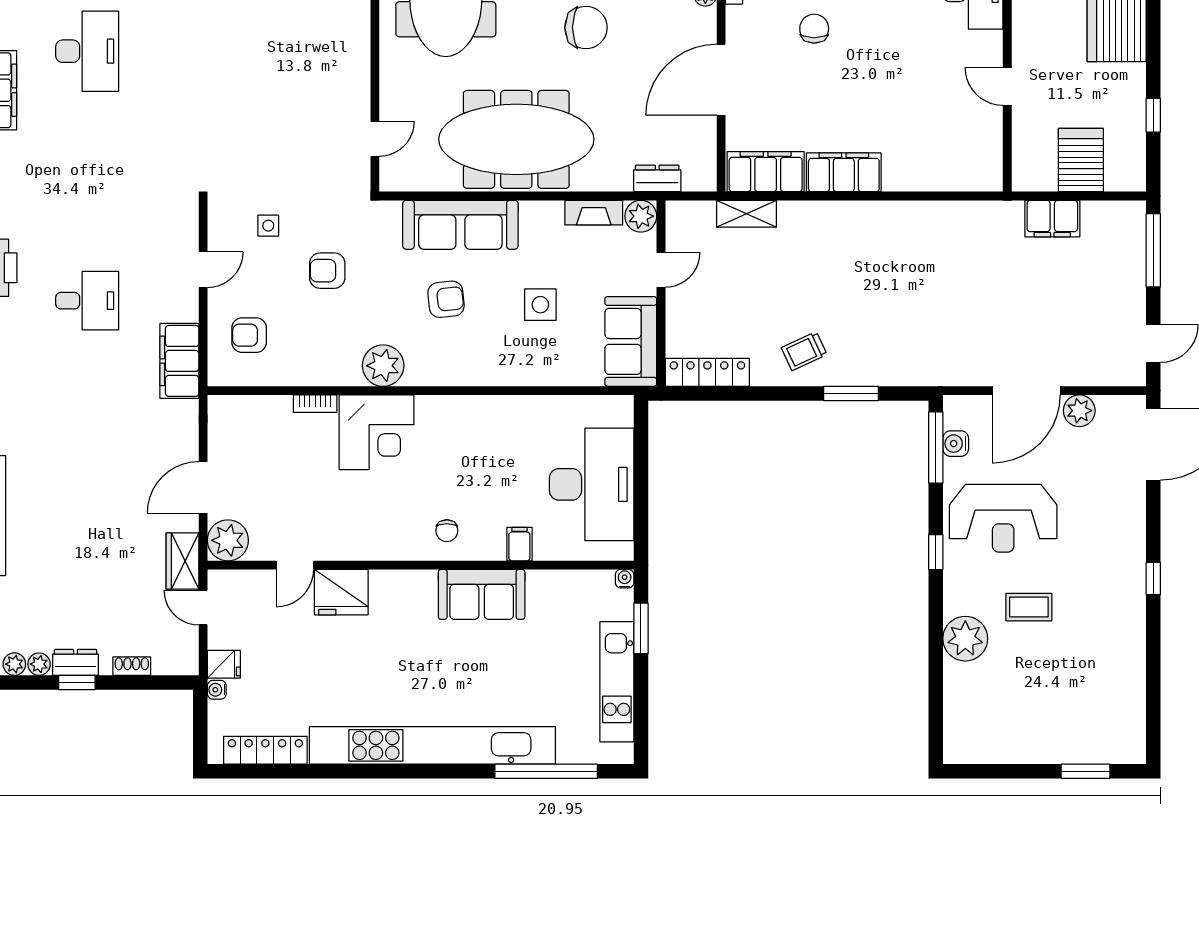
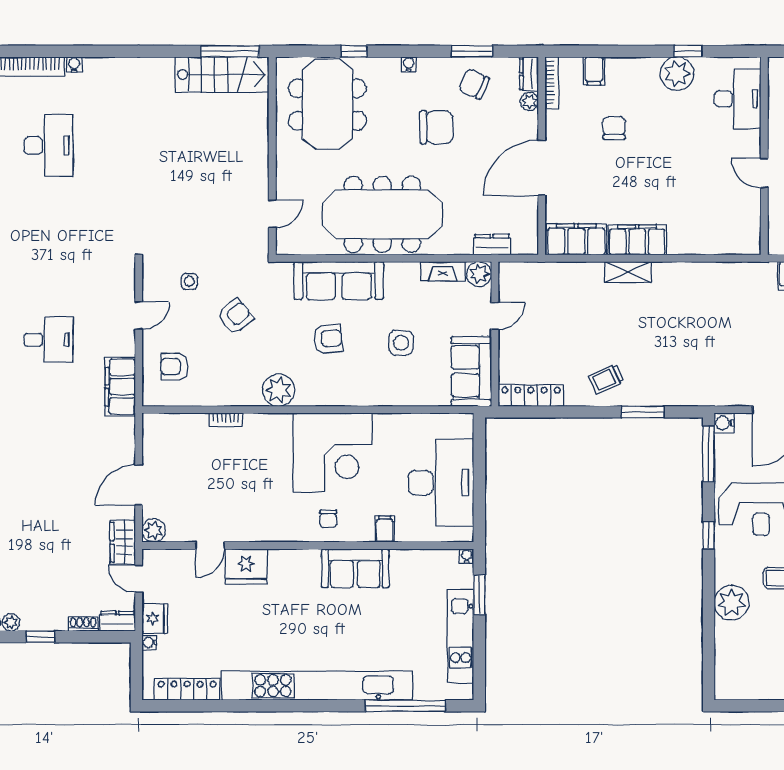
shelving: (746, 214) -> (628, 272), moved
armchair: (327, 271) -> (235, 316), turned 141
corner desk: (377, 432) -> (333, 453), moved, width x1.36, depth x1.36
water cooler: (956, 444) -> (724, 423), moved
plant: (228, 540) -> (154, 530), width x0.73, depth x0.73
dresser: (75, 662) -> (117, 621), moved
fridge: (224, 664) -> (155, 618), width x1.38

